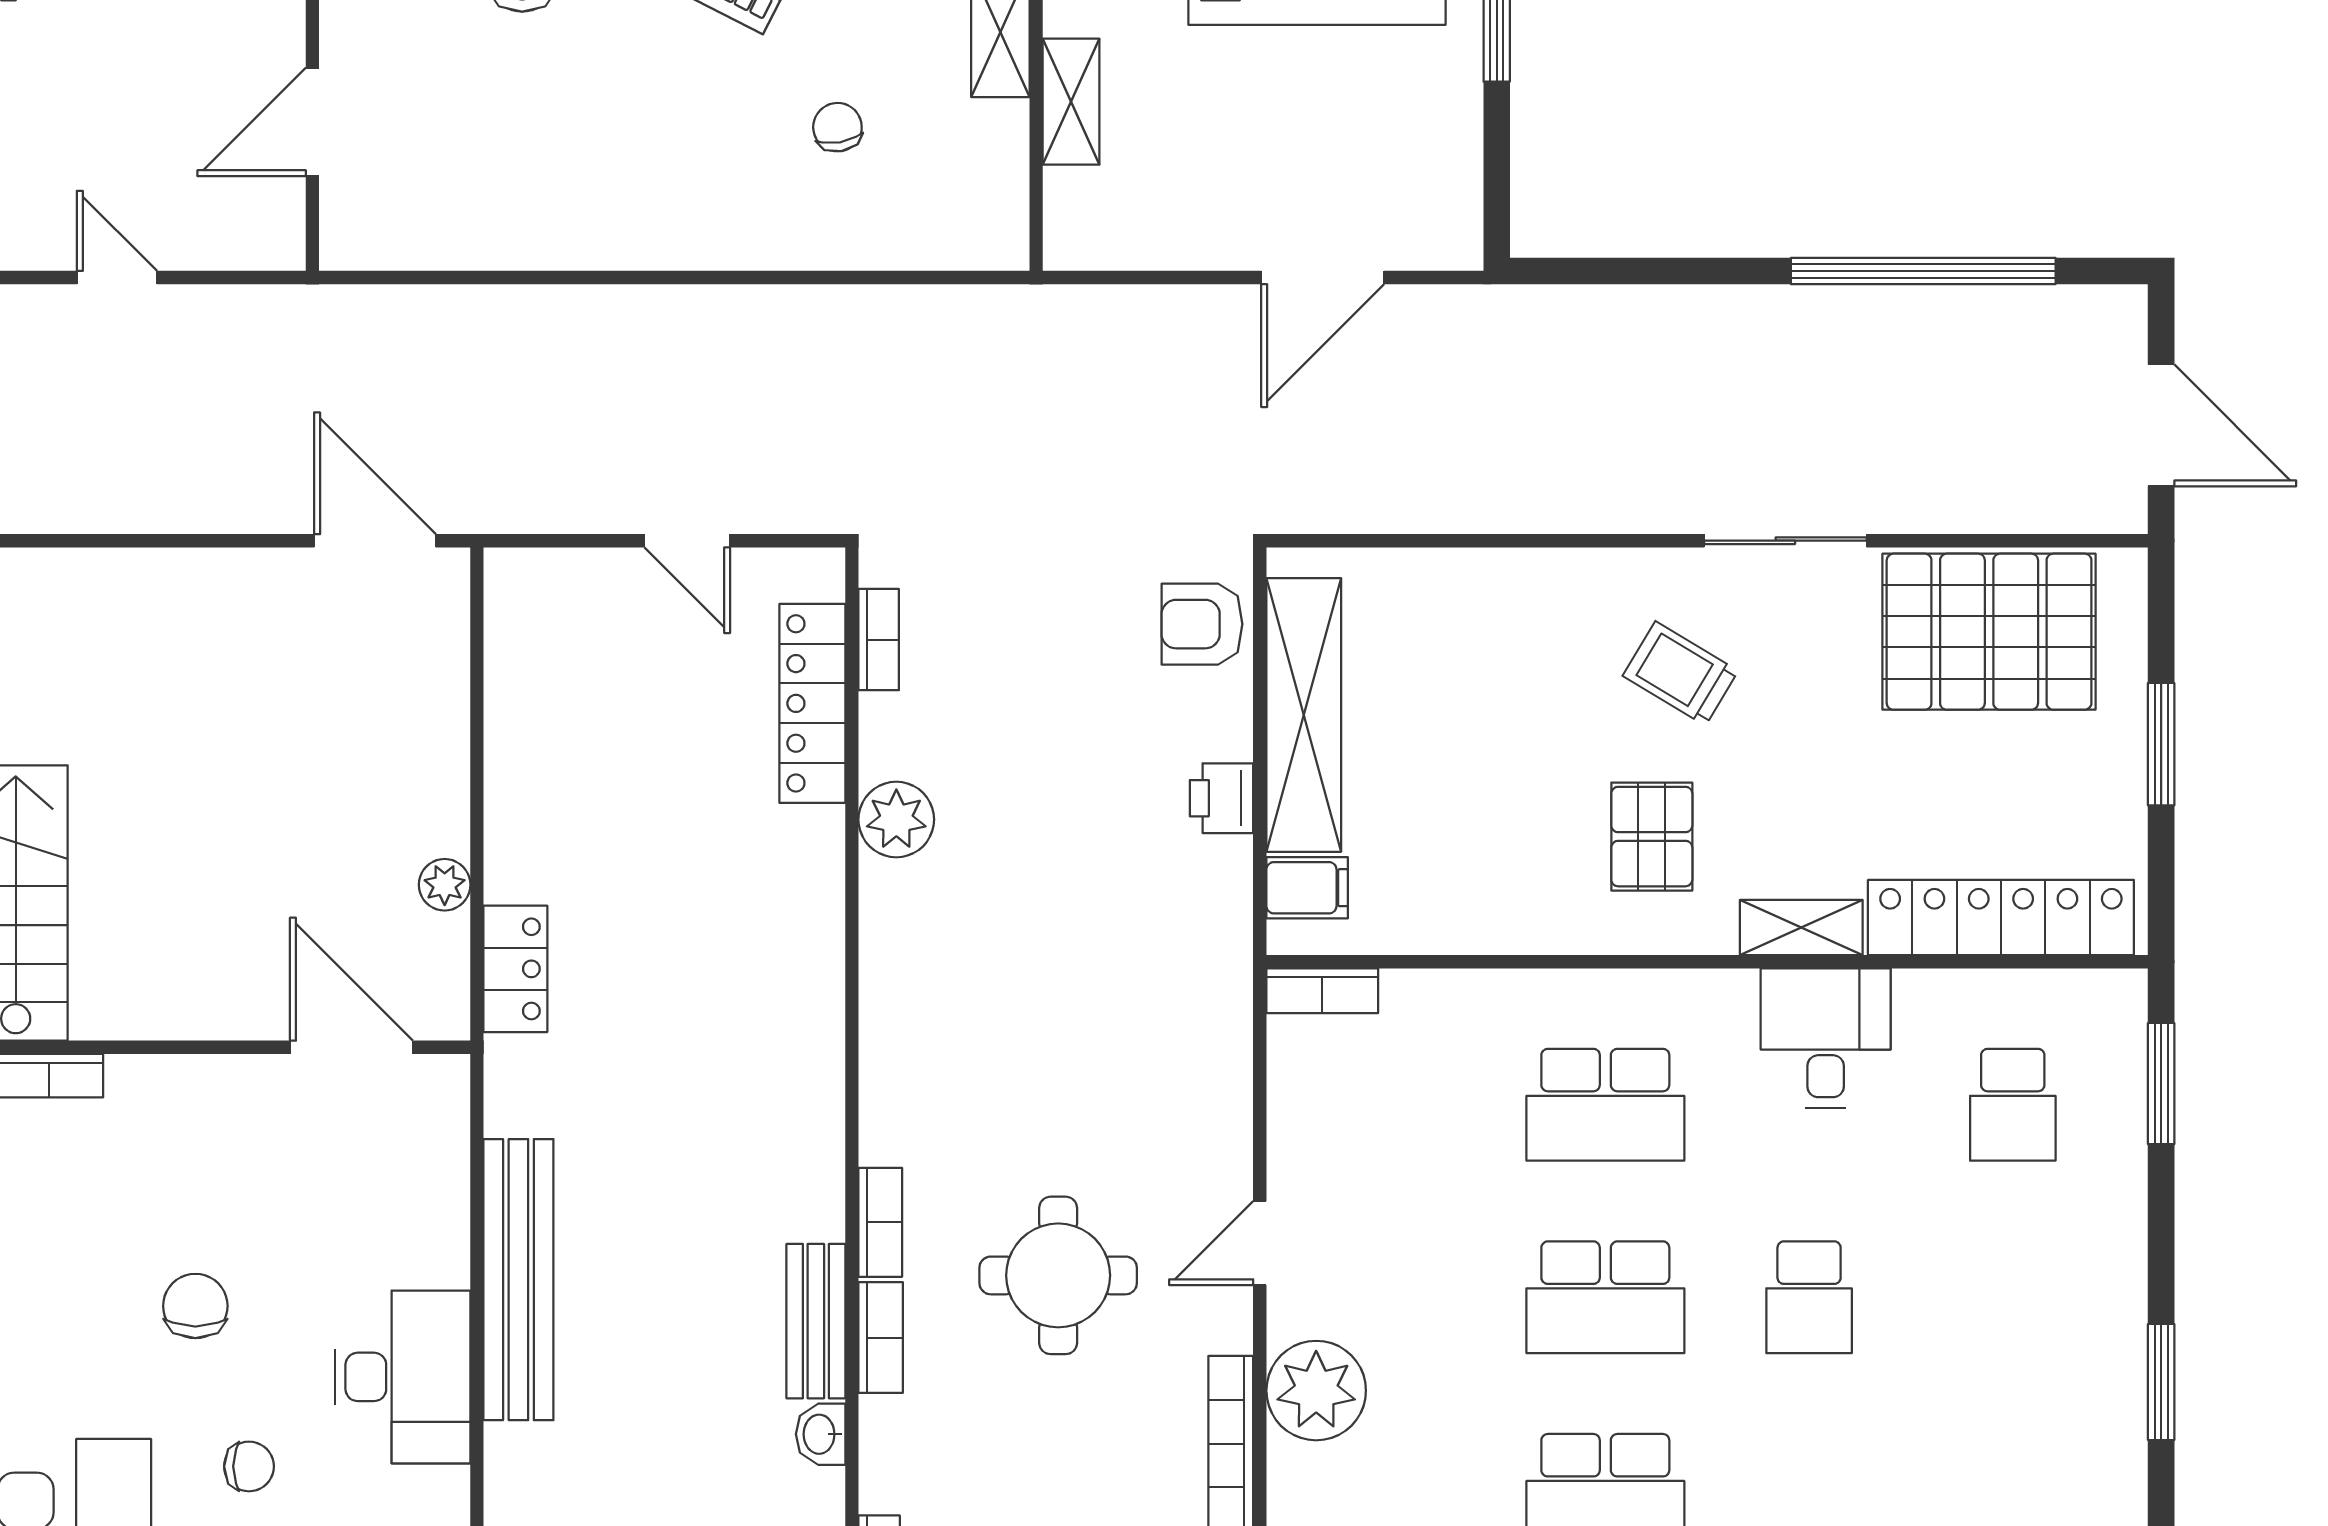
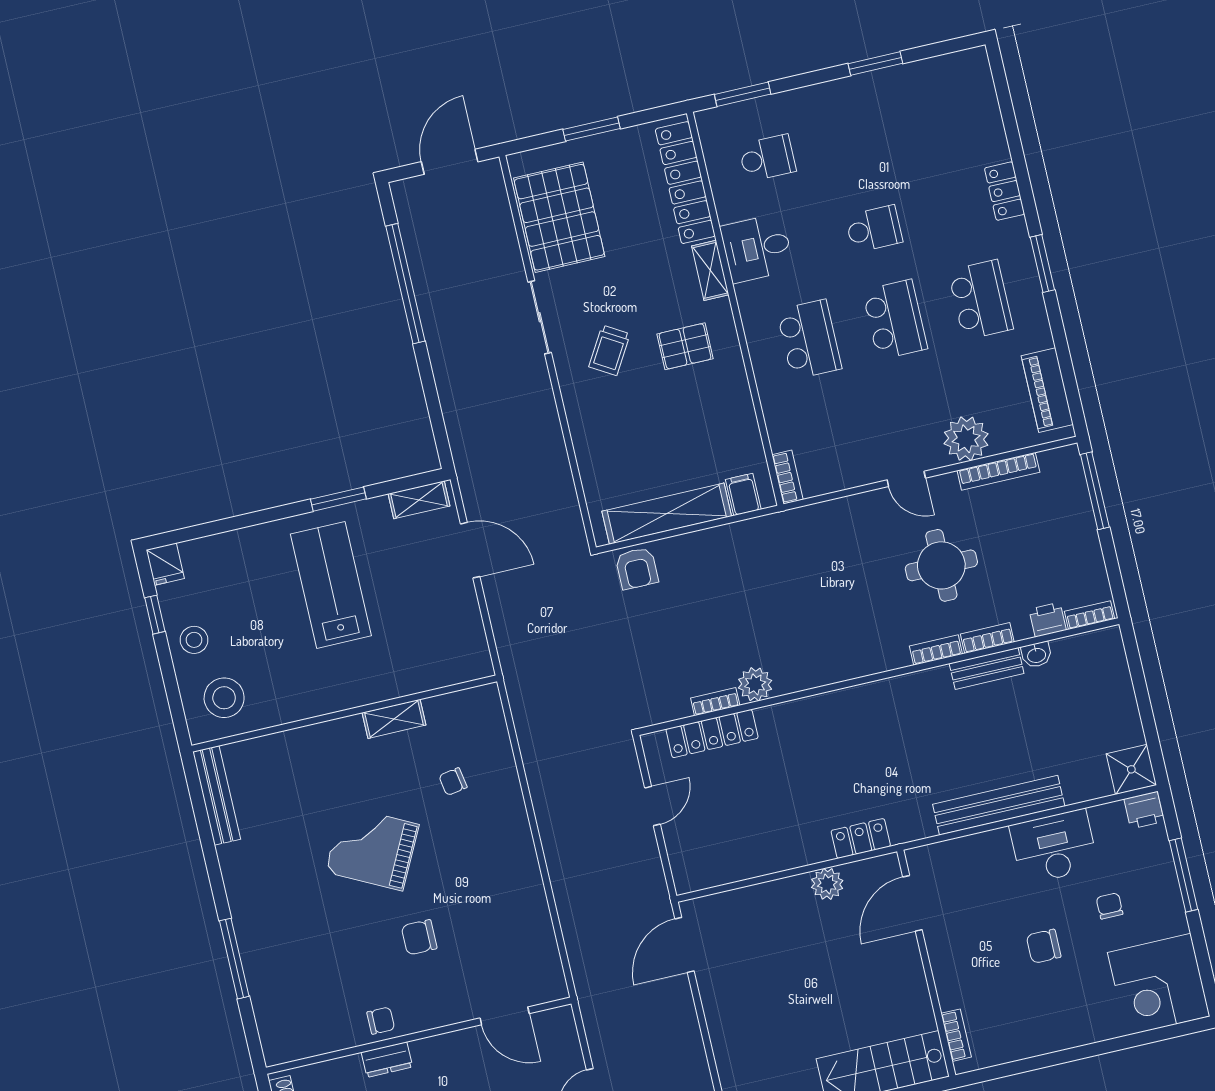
shelving: (1071, 102) -> (419, 500), moved
bookcase: (879, 640) -> (715, 702), moved
printer: (1222, 798) -> (1048, 620), moved, turned 180
plant: (445, 885) -> (827, 884), width x1.38, depth x1.38

